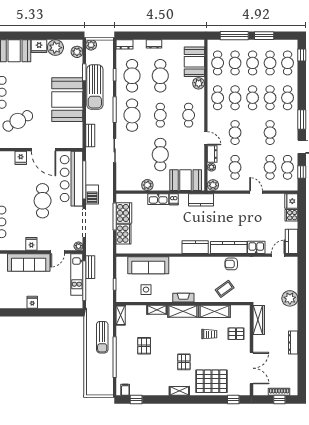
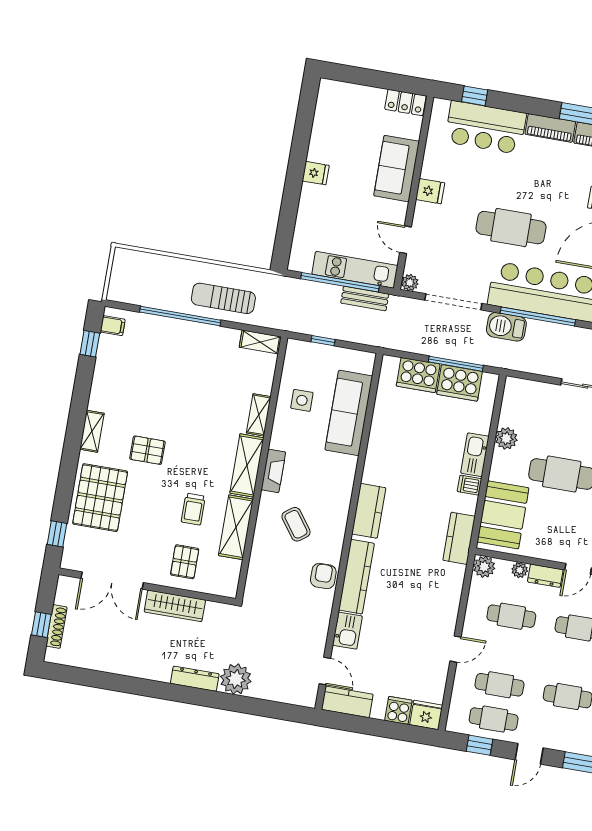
sofa: (29, 263) -> (397, 169), width x0.73
coffee table: (225, 289) -> (296, 524), moved
wardrobe: (259, 320) -> (175, 606), moved
dresser: (293, 342) -> (195, 679), moved
pallet: (144, 346) -> (192, 378), removed

